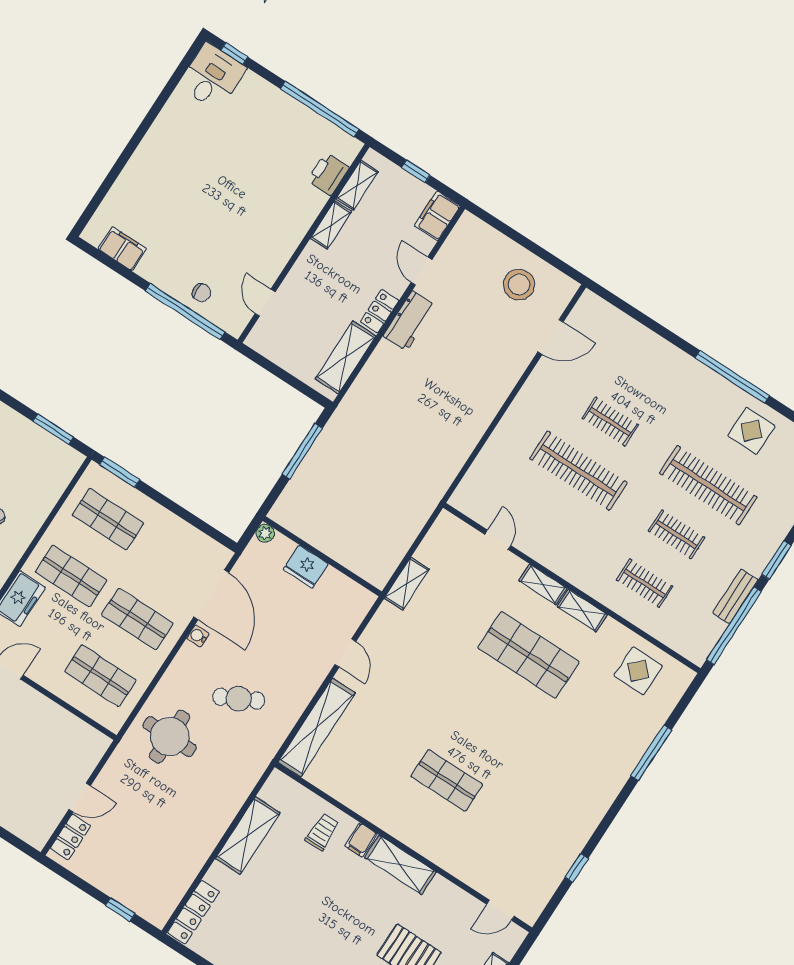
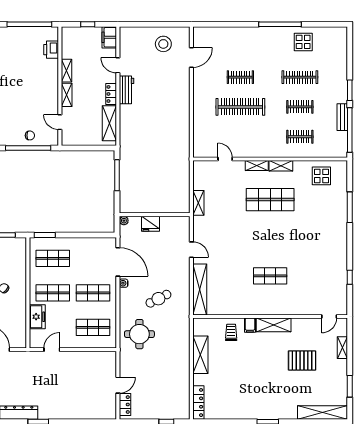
shelving: (357, 185) -> (67, 95), moved
clothes rail: (708, 485) -> (300, 77), width x0.73, depth x0.76

